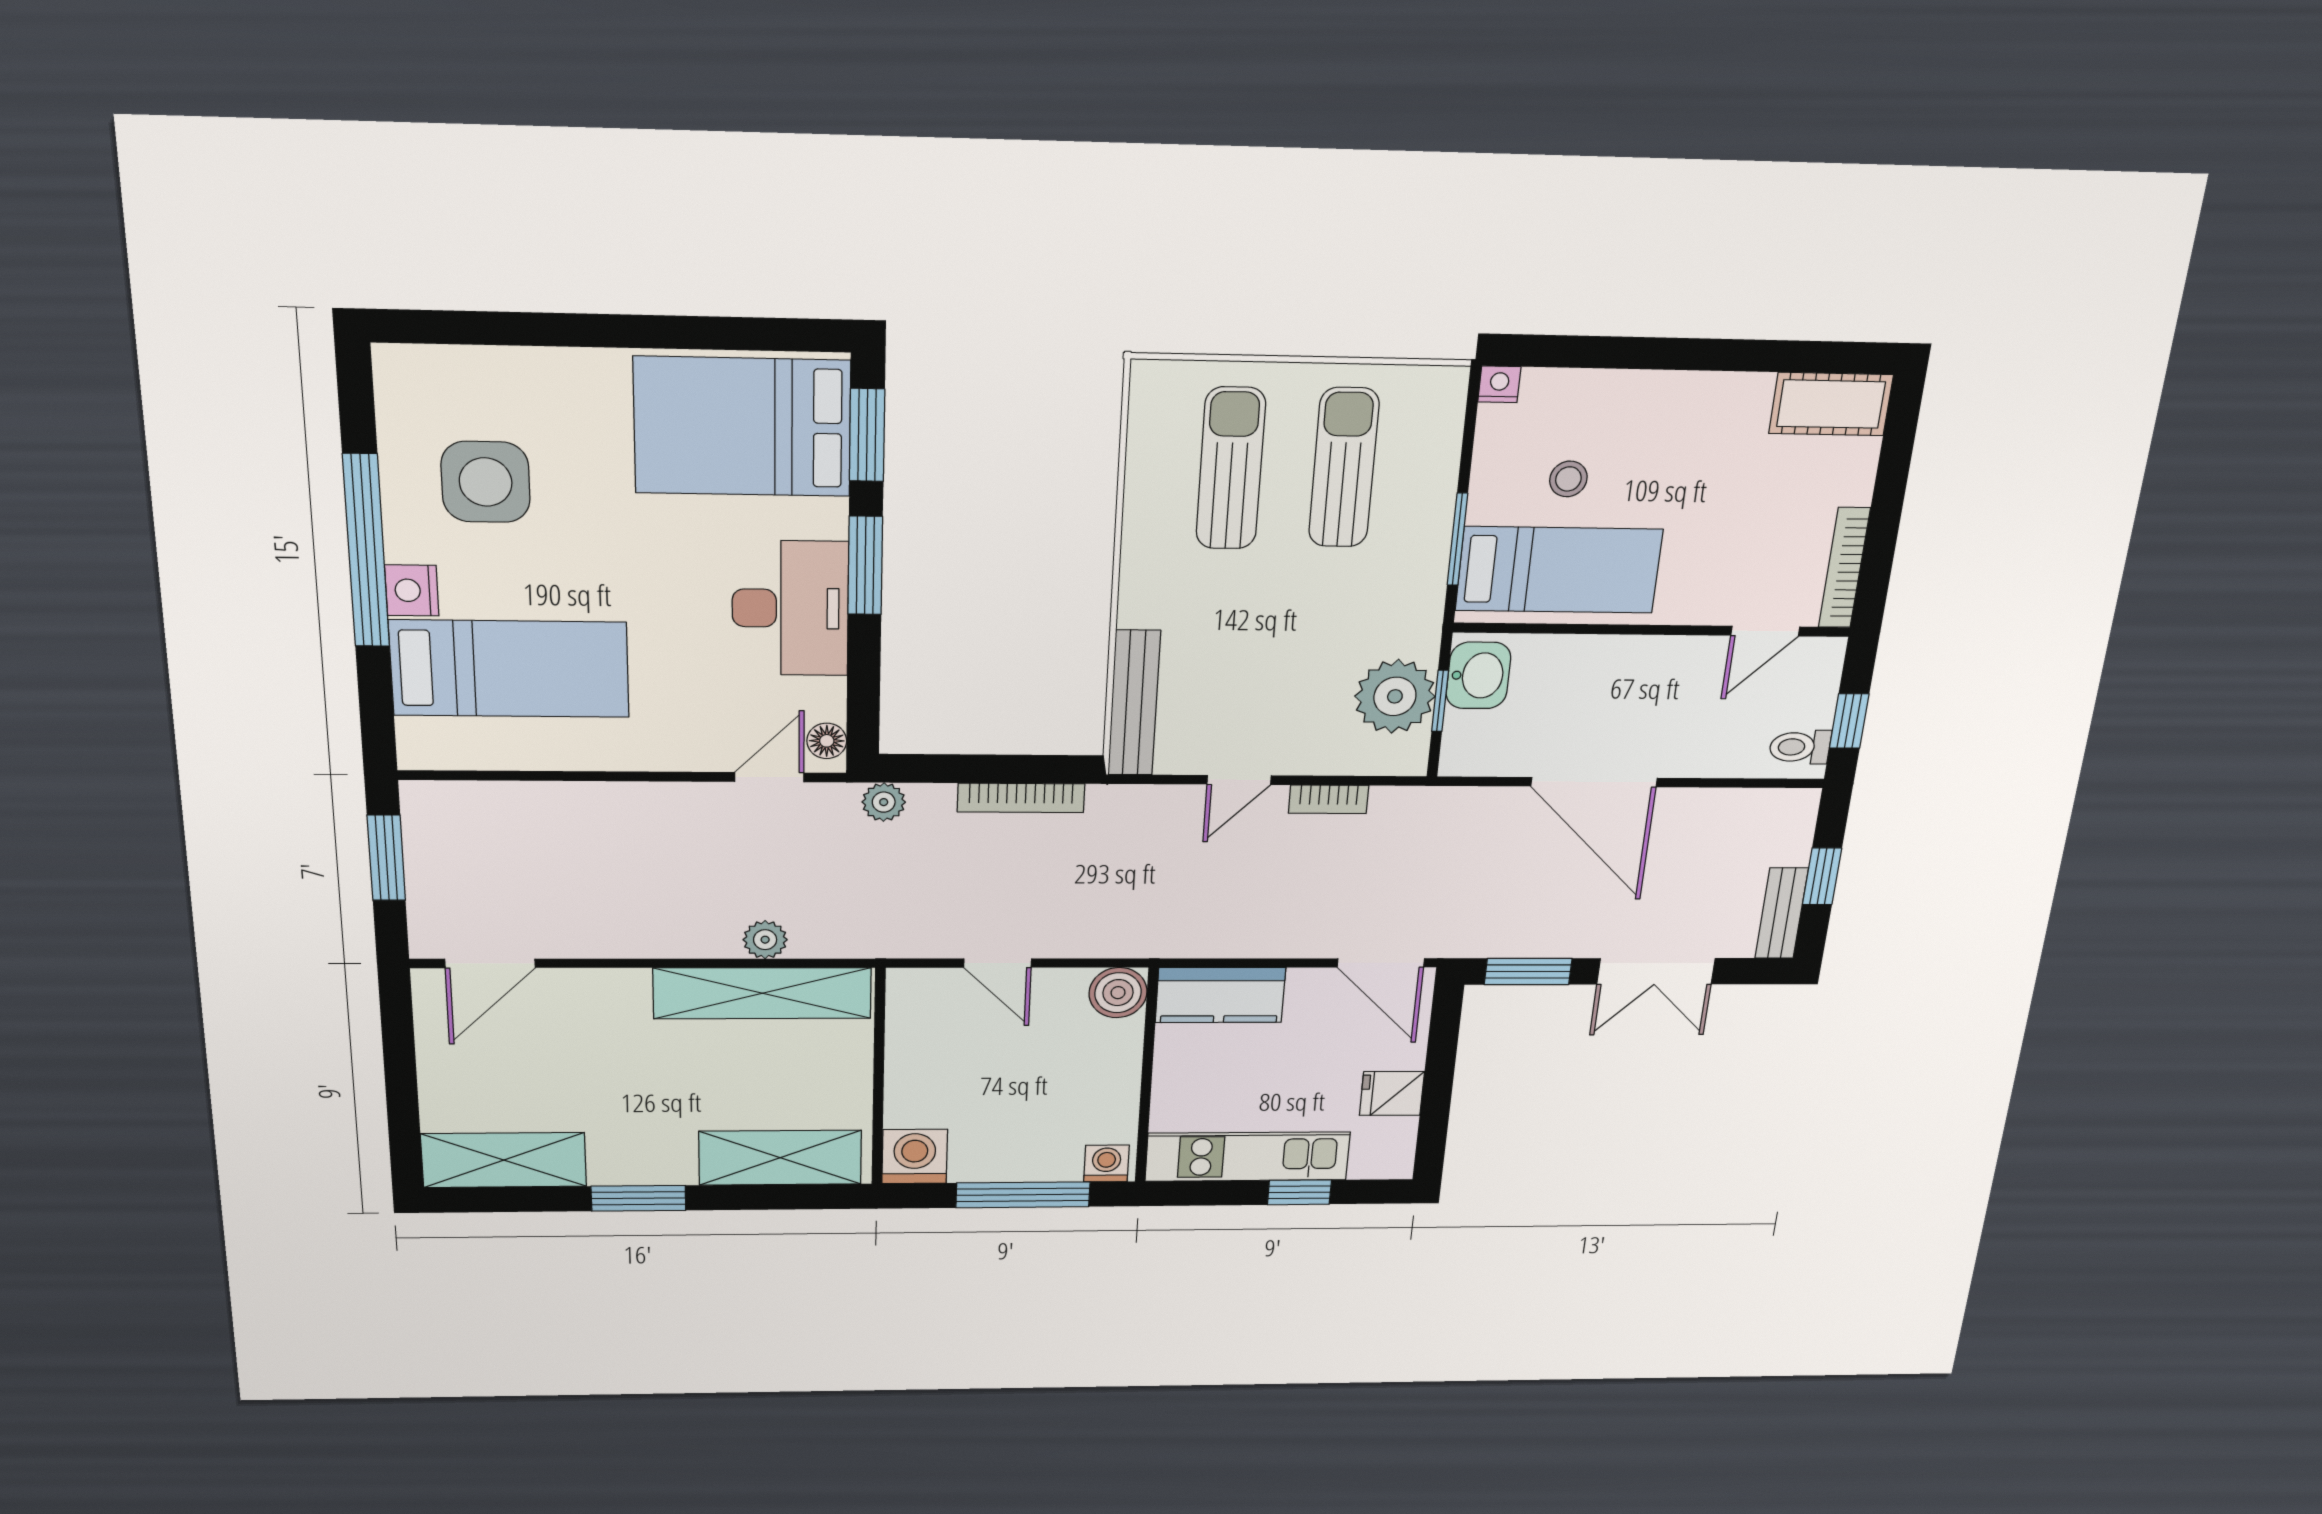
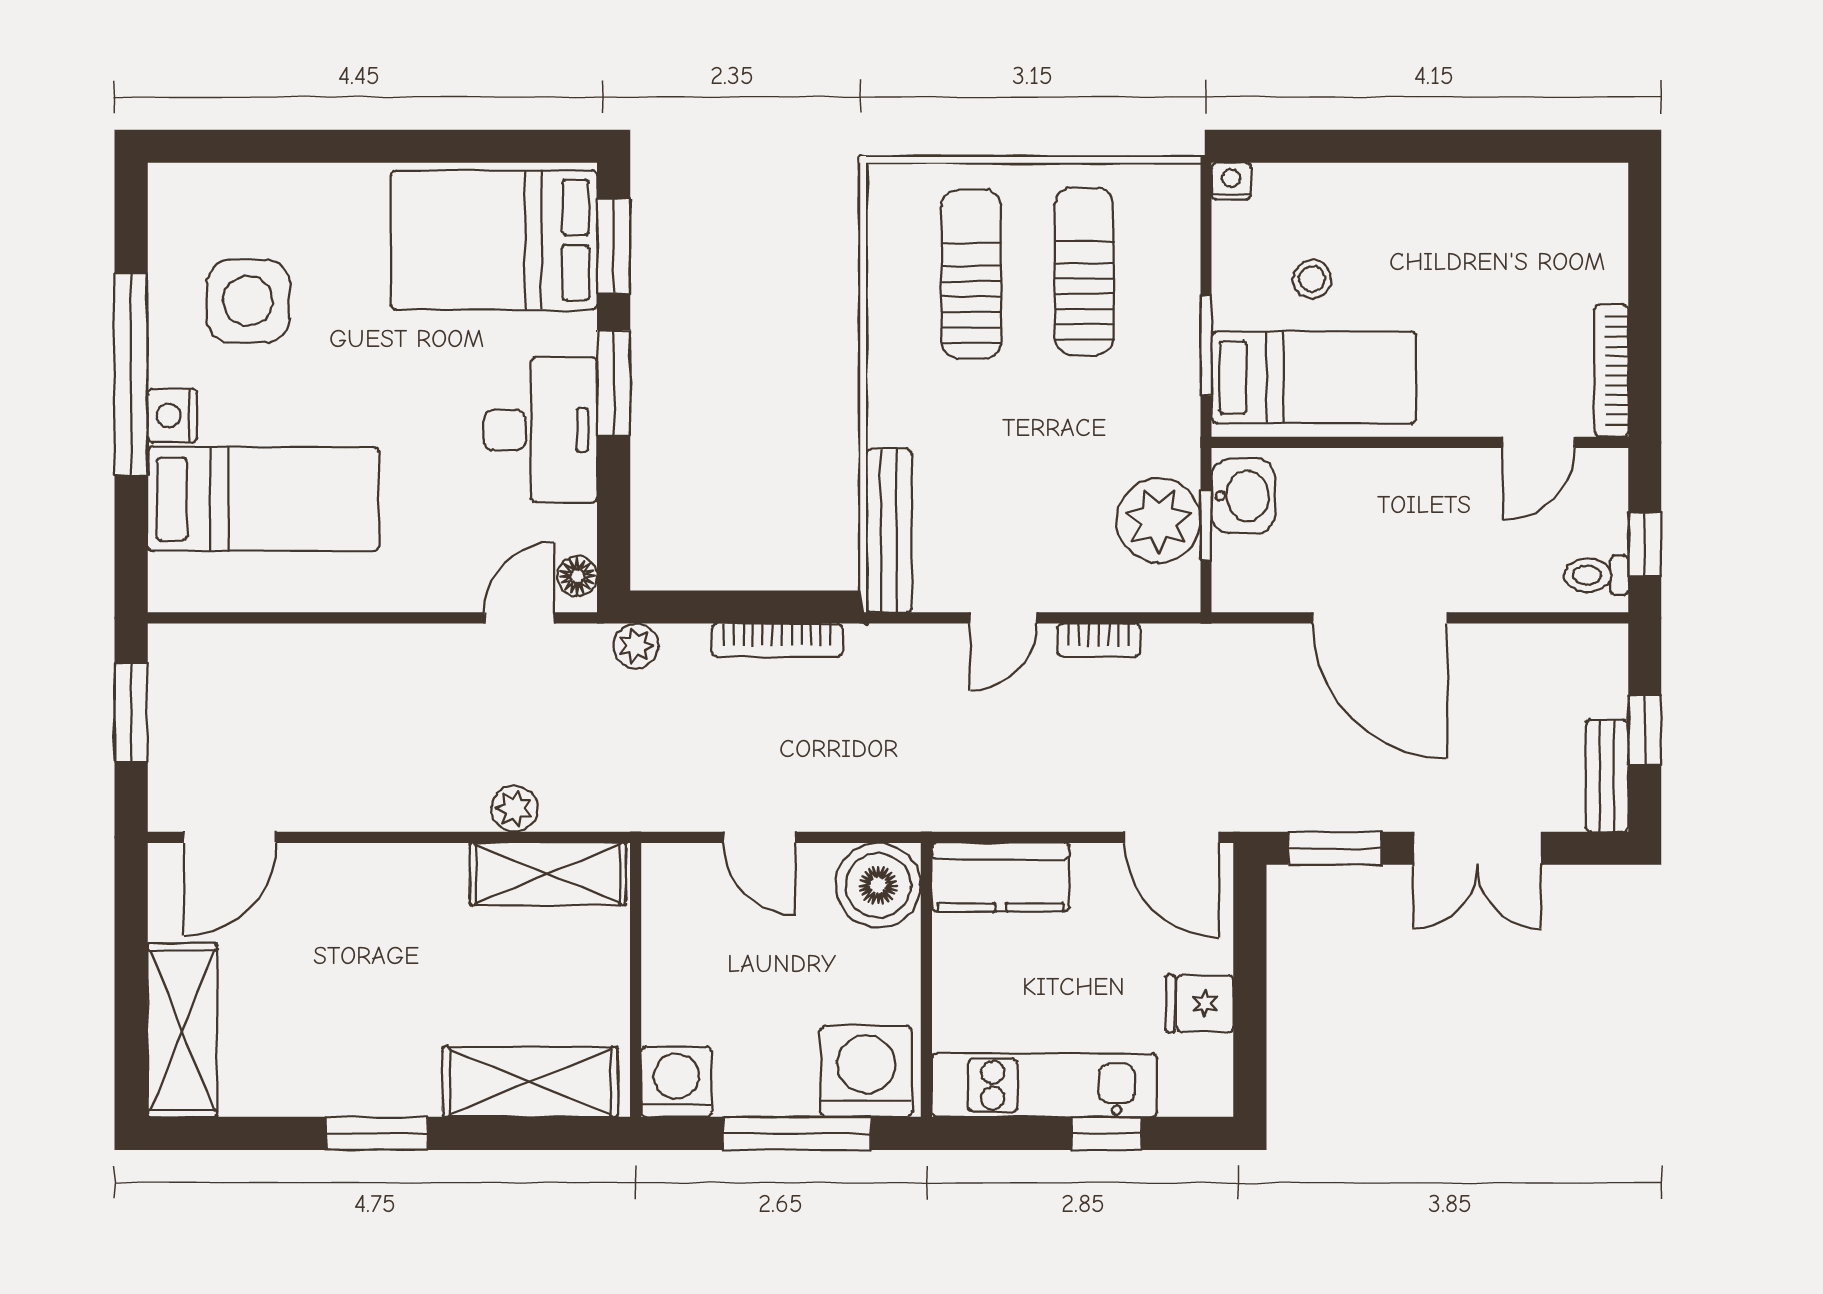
cot: (1831, 404) -> (1569, 195), removed
shelving: (762, 993) -> (548, 874), width x0.68
boiler: (1118, 993) -> (878, 885), width x1.37, depth x1.37
shelving: (504, 1160) -> (182, 1030), moved, turned 90
washing machine: (1106, 1163) -> (866, 1071), width x1.89, depth x1.89

